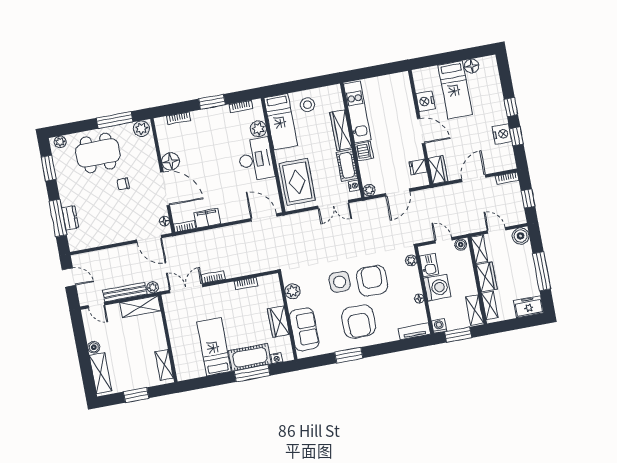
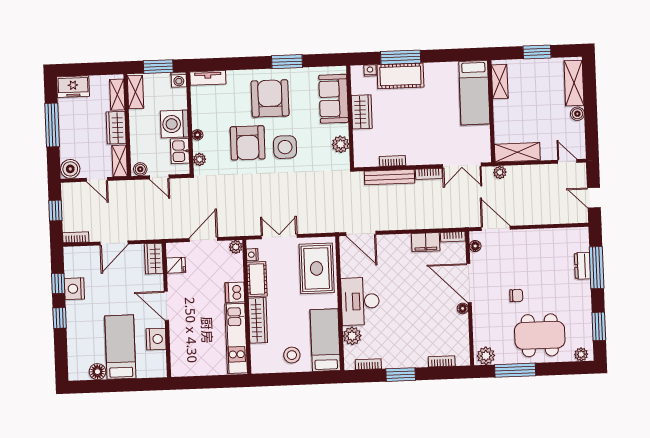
floor lamp: (171, 161) -> (463, 308), width x0.53, depth x0.53
bench: (125, 292) -> (390, 177), moved
floor lamp: (419, 298) -> (198, 135), moved
bed: (214, 347) -> (474, 93), moved

